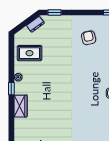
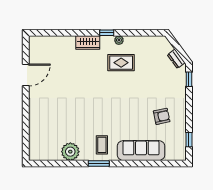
rug: (29, 53) -> (121, 63), moved, turned 90

